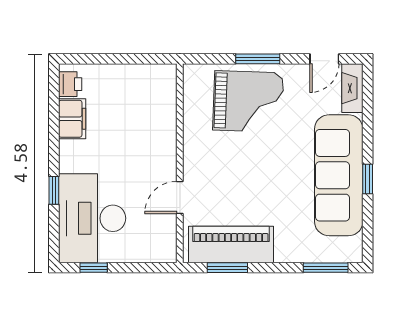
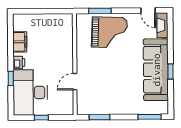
window: (258, 59) -> (100, 11), moved
door: (324, 59) -> (148, 10), hinge flipped
printer: (70, 84) -> (19, 62), moved
piano: (231, 245) -> (101, 105), removed
window: (94, 268) -> (41, 118), moved

